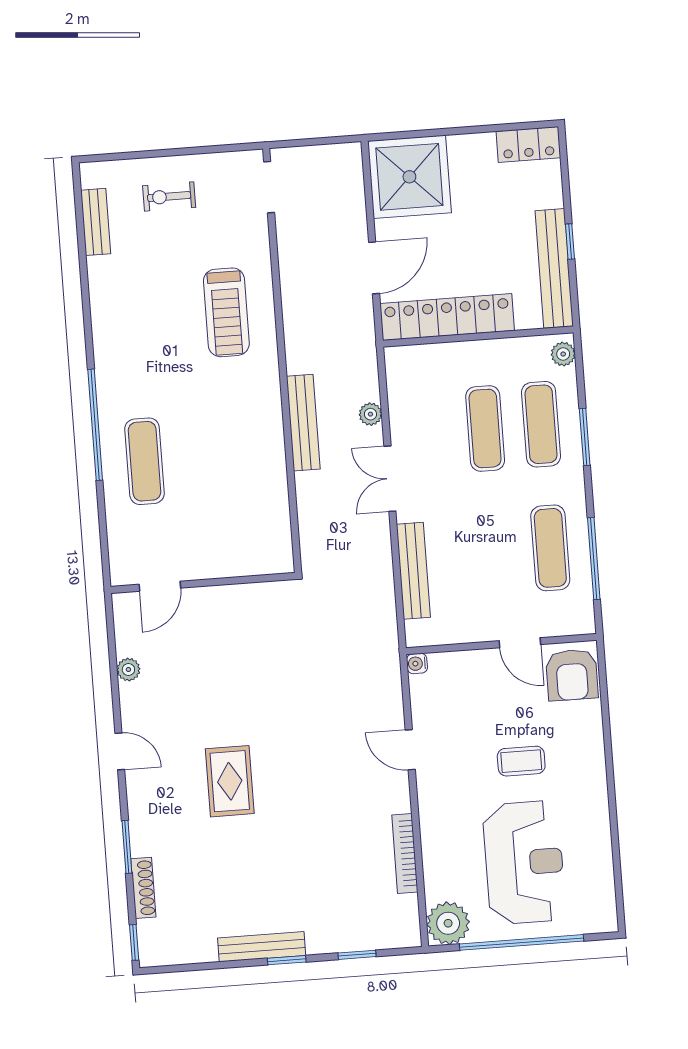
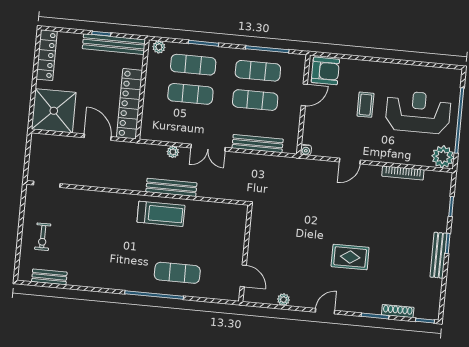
locker: (528, 144) -> (47, 55), width x1.53
treadmill: (226, 312) -> (161, 214), moved
exercise mat: (494, 552) -> (255, 100), added

